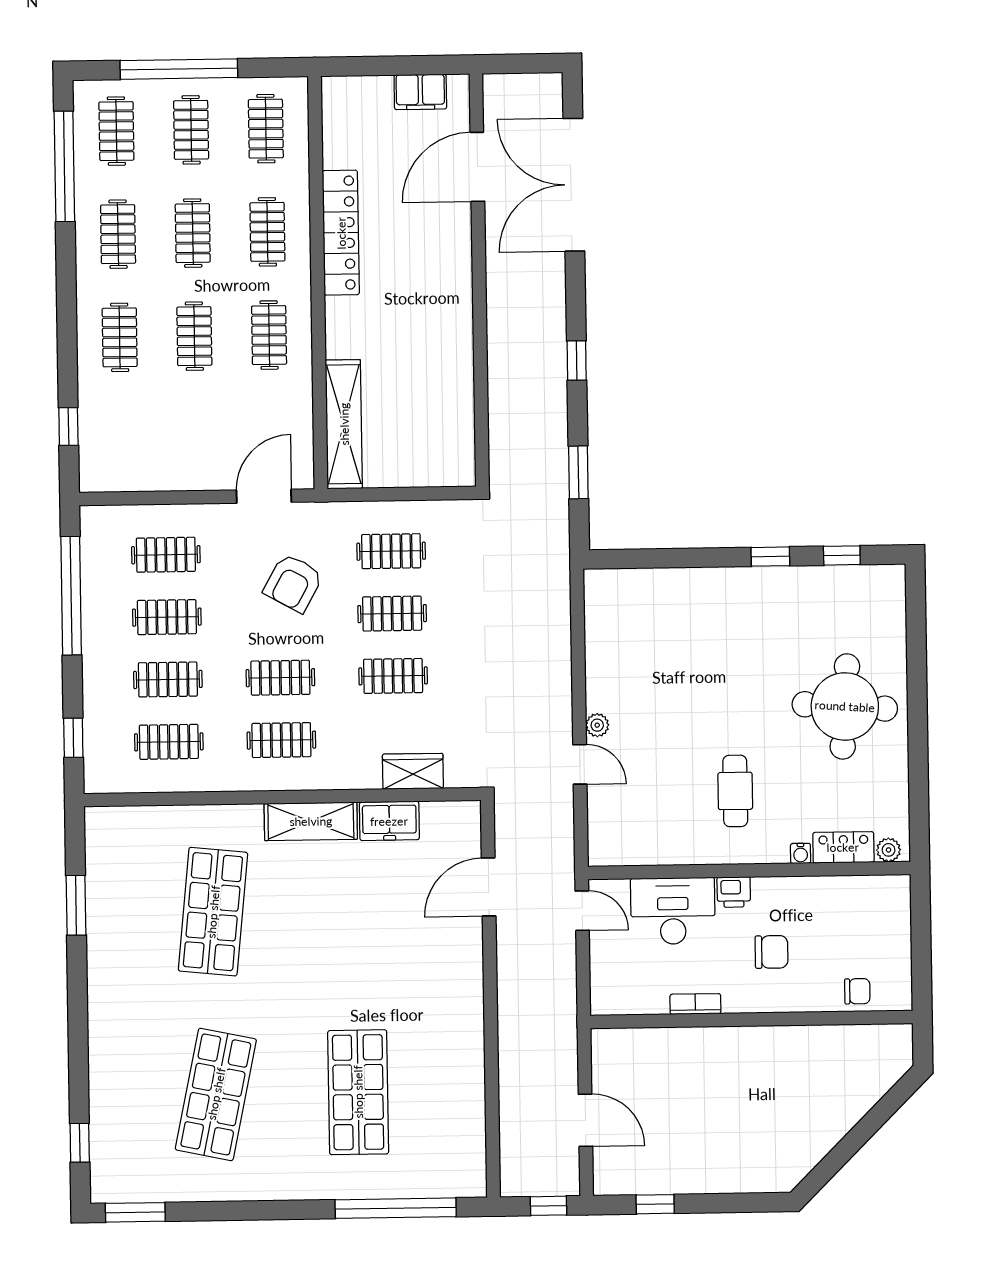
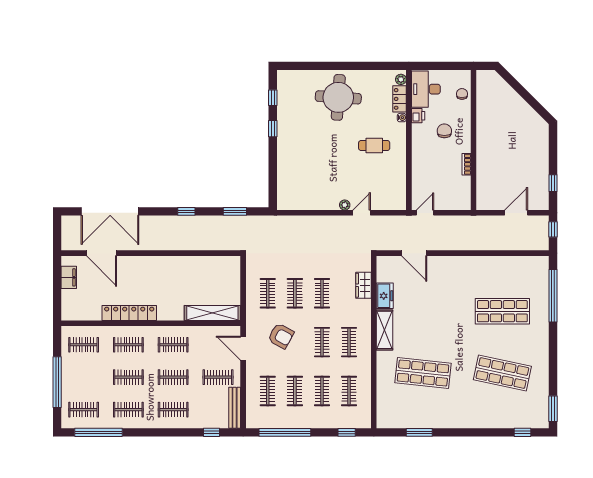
clothes rail: (191, 130) -> (218, 377), moved
bench: (126, 479) -> (235, 408), added
printer: (734, 892) -> (418, 116), moved
desk: (673, 911) -> (426, 89), moved

